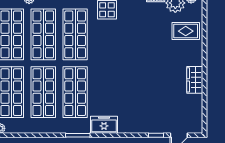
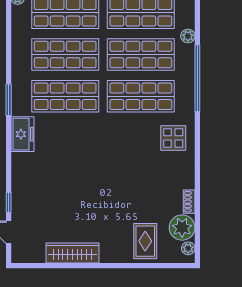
wardrobe: (195, 80) -> (72, 253), width x1.50

